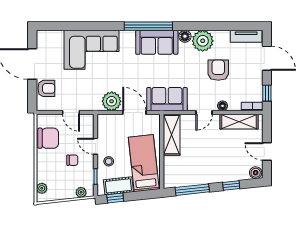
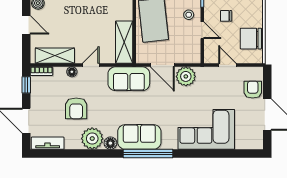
armchair: (46, 88) -> (253, 90), turned 90

